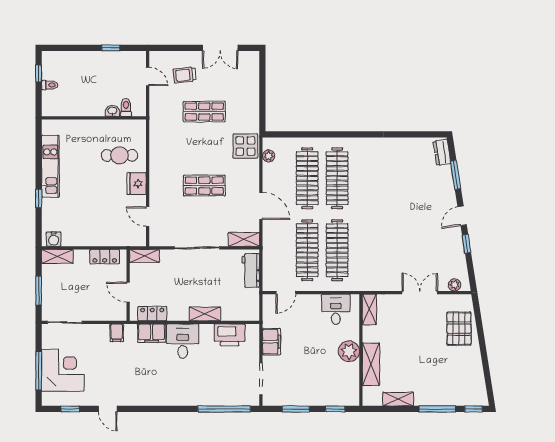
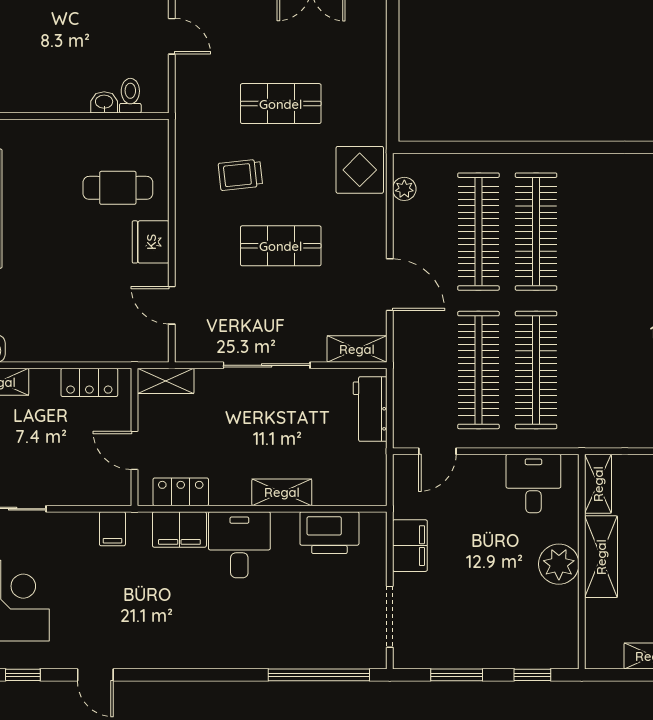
trolley: (184, 75) -> (240, 175), moved
shelving: (371, 364) -> (601, 557), moved

